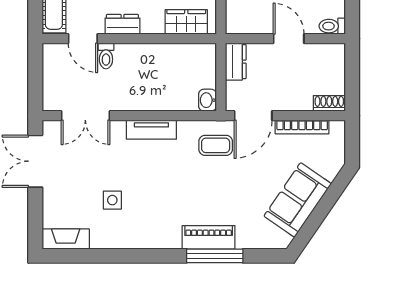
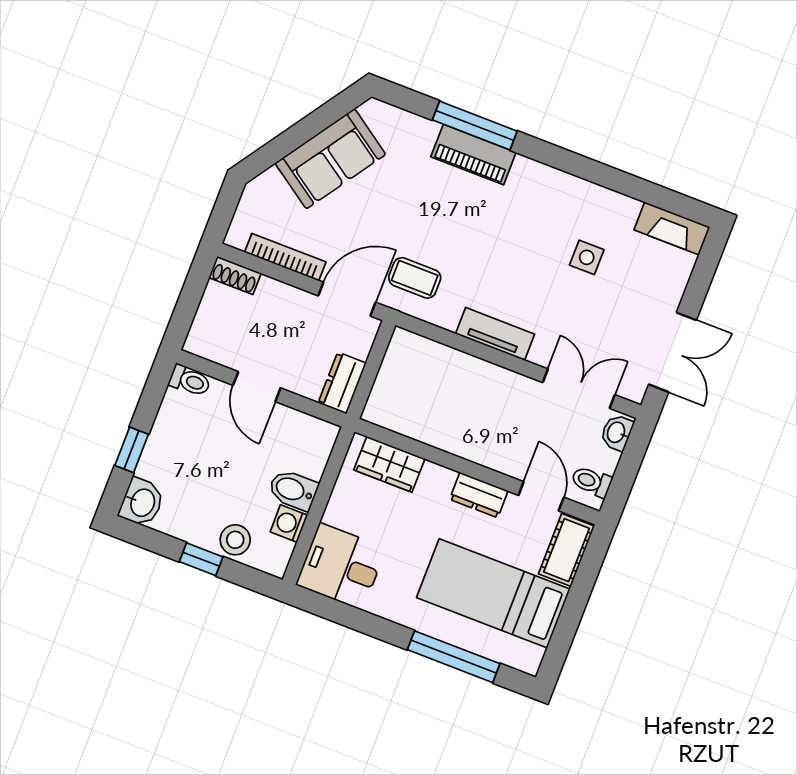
toilet: (106, 56) -> (592, 482), moved, turned -90
washbasin: (207, 100) -> (617, 433), moved, turned 180

